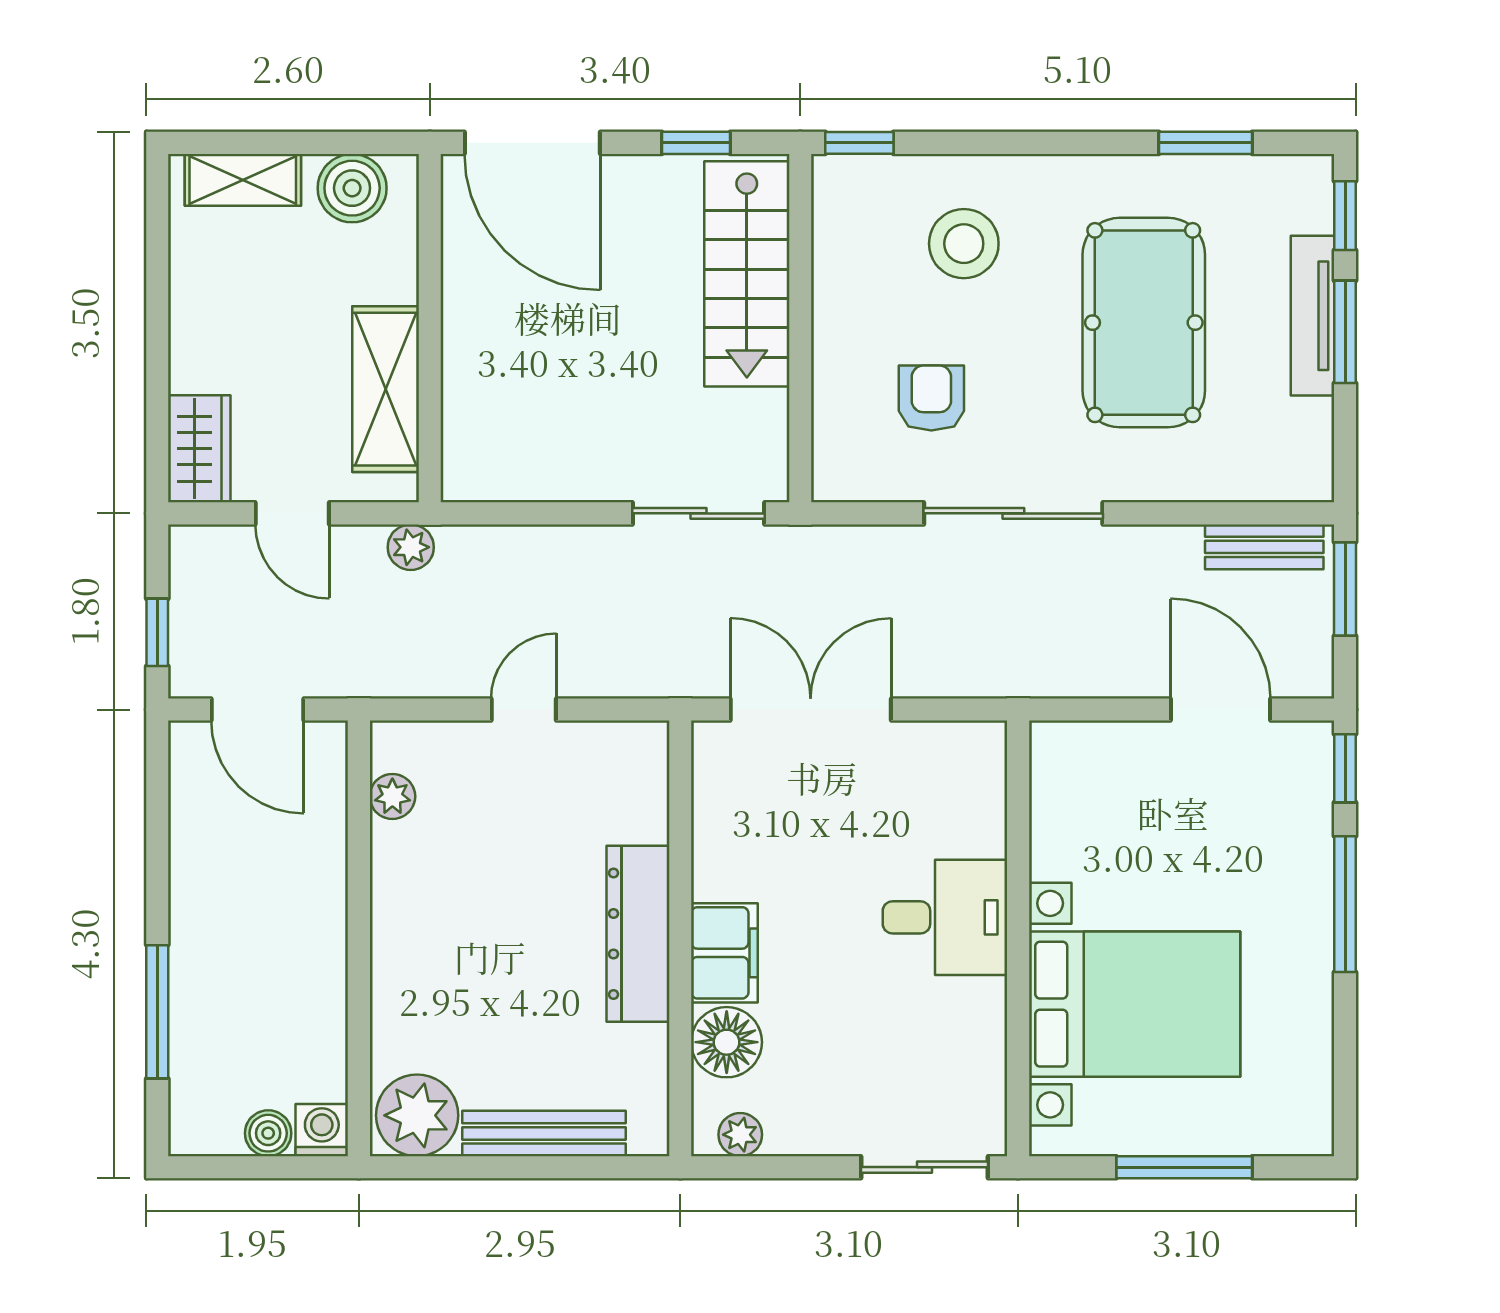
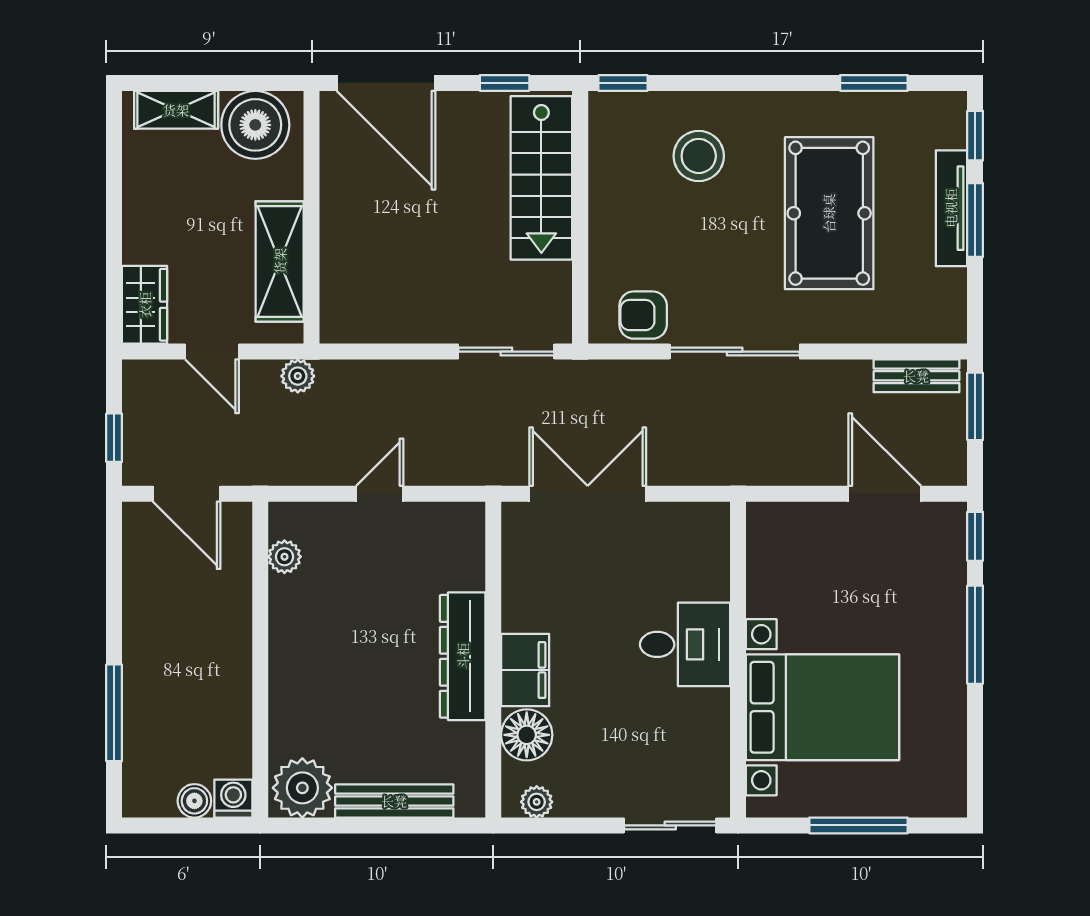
boiler: (352, 188) -> (255, 125), width x1.37, depth x1.37
armchair: (931, 398) -> (643, 315), moved, turned -90

